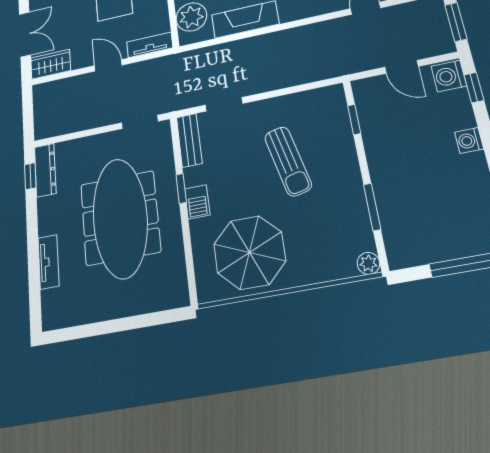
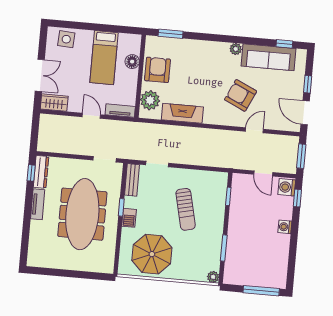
tv unit: (49, 262) -> (38, 204), moved

